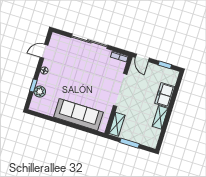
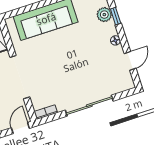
door: (142, 58) -> (20, 128), hinge flipped

